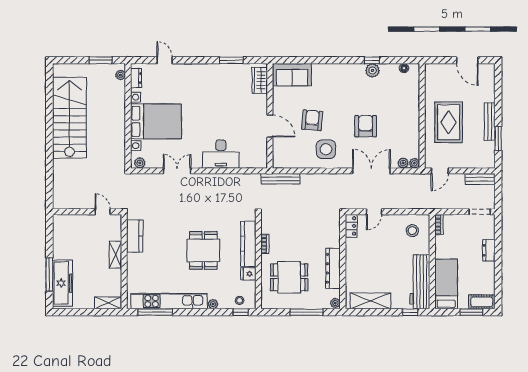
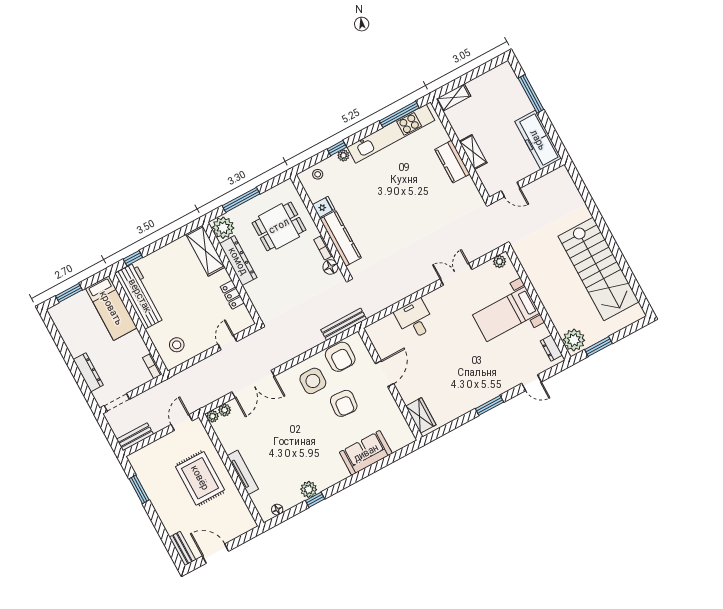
window: (231, 60) -> (489, 405), moved
plant: (120, 75) -> (574, 340), width x1.88, depth x1.88
sofa: (292, 75) -> (366, 453), moved
tv unit: (414, 109) -> (243, 472), added
bed with nightstands: (156, 121) -> (506, 314), width x0.73
bench: (490, 122) -> (182, 548), moved, width x0.73
door: (270, 126) -> (385, 374), swing flipped
armchair: (366, 126) -> (340, 357), moved
desk: (221, 154) -> (415, 319), width x0.73
double door: (177, 171) -> (456, 274), swing flipped
locker: (351, 226) -> (232, 295), moved
floor lamp: (267, 227) -> (330, 267), added
kitchen counter: (135, 236) -> (452, 162), moved
dining table: (203, 250) -> (384, 206), removed
dresser: (489, 250) -> (88, 372), width x1.44
freezer: (62, 283) -> (538, 140), moved
shelving: (370, 301) -> (205, 251), moved, turned 90
cot: (482, 302) -> (64, 309), removed
plant: (335, 303) -> (223, 228), width x1.88, depth x1.88
window: (241, 312) -> (337, 148), moved

